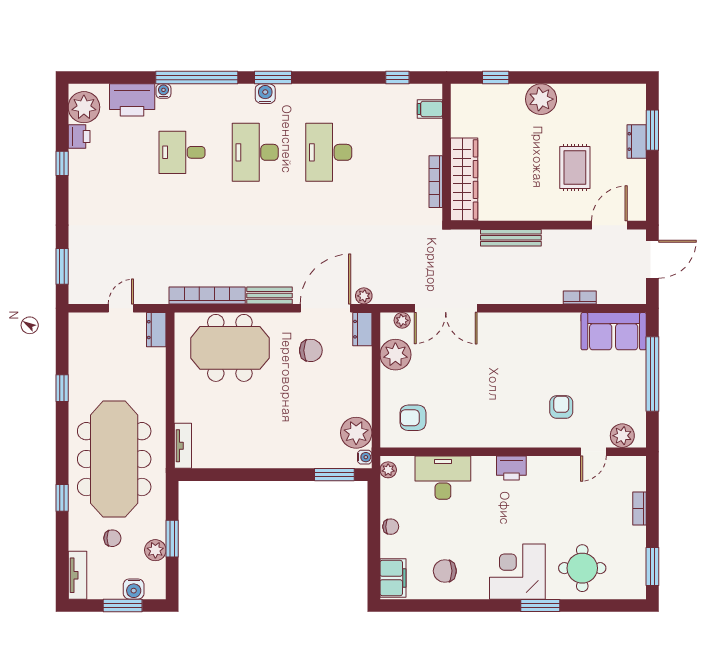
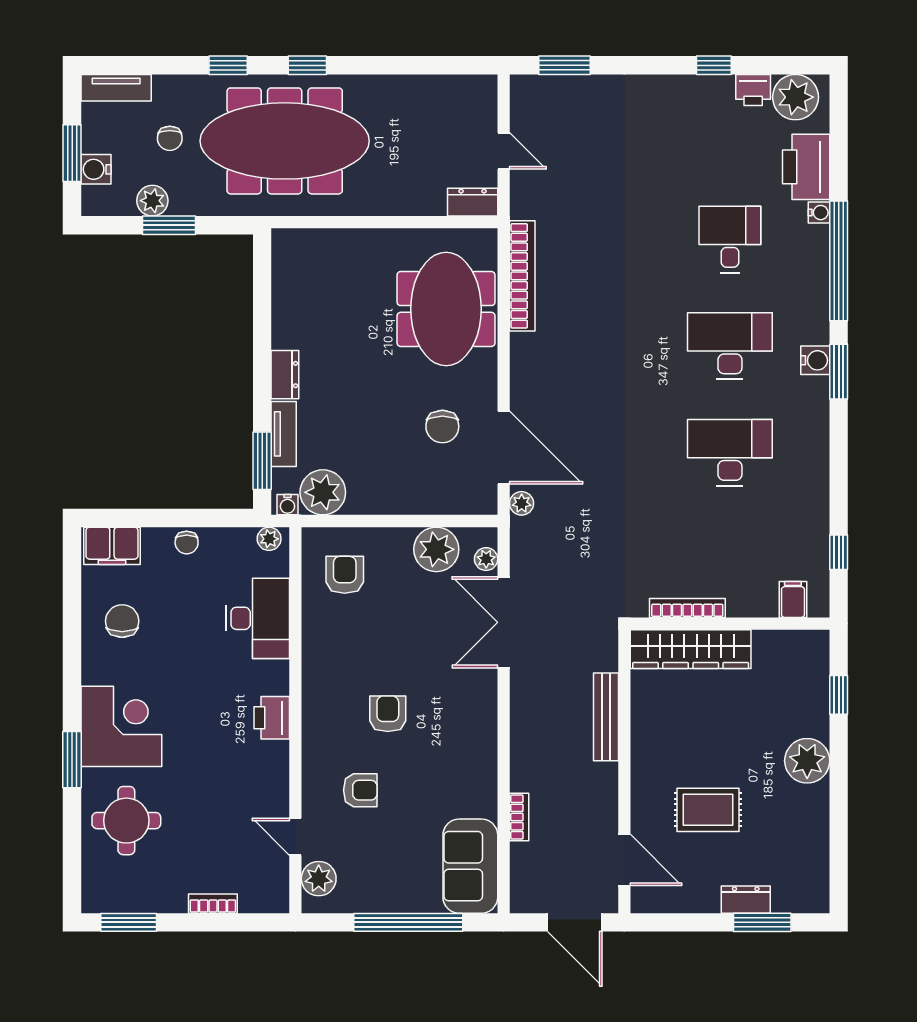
bench: (269, 295) -> (522, 366), removed
dresser: (362, 329) -> (285, 375), moved, turned 90
window: (62, 388) -> (307, 65), moved
armchair: (509, 388) -> (388, 714), added
tv unit: (183, 446) -> (284, 434), moved, turned -90

